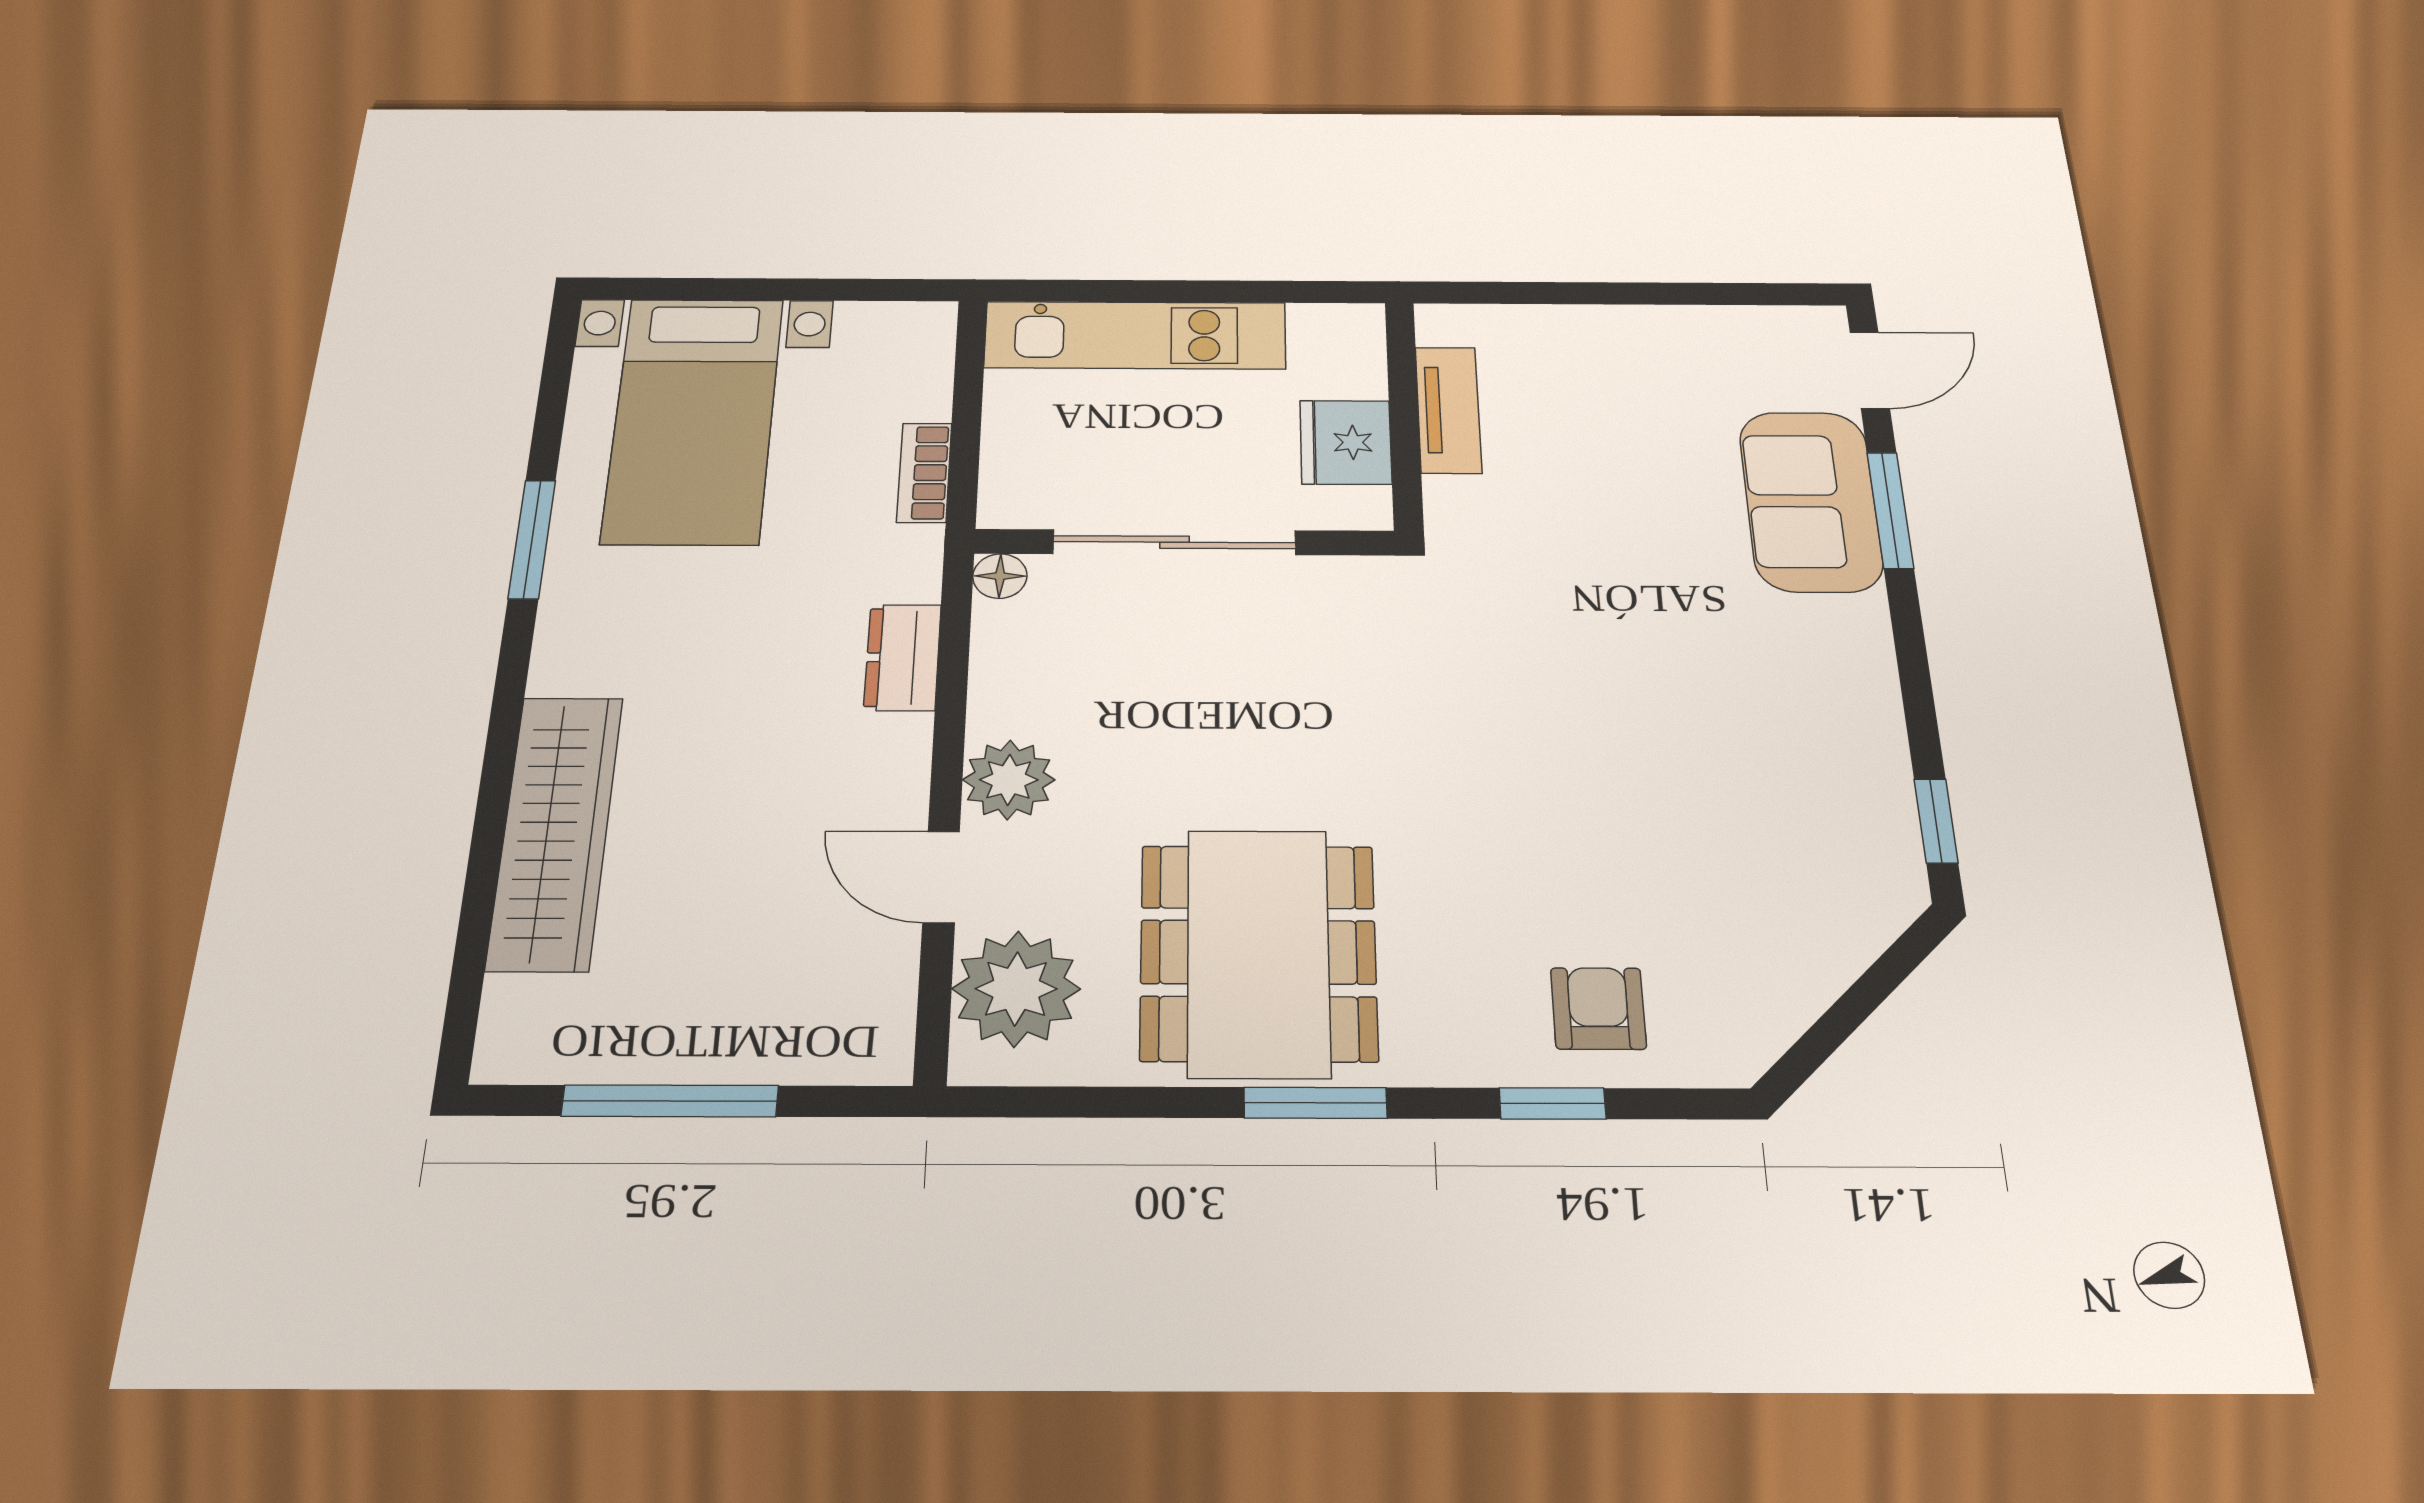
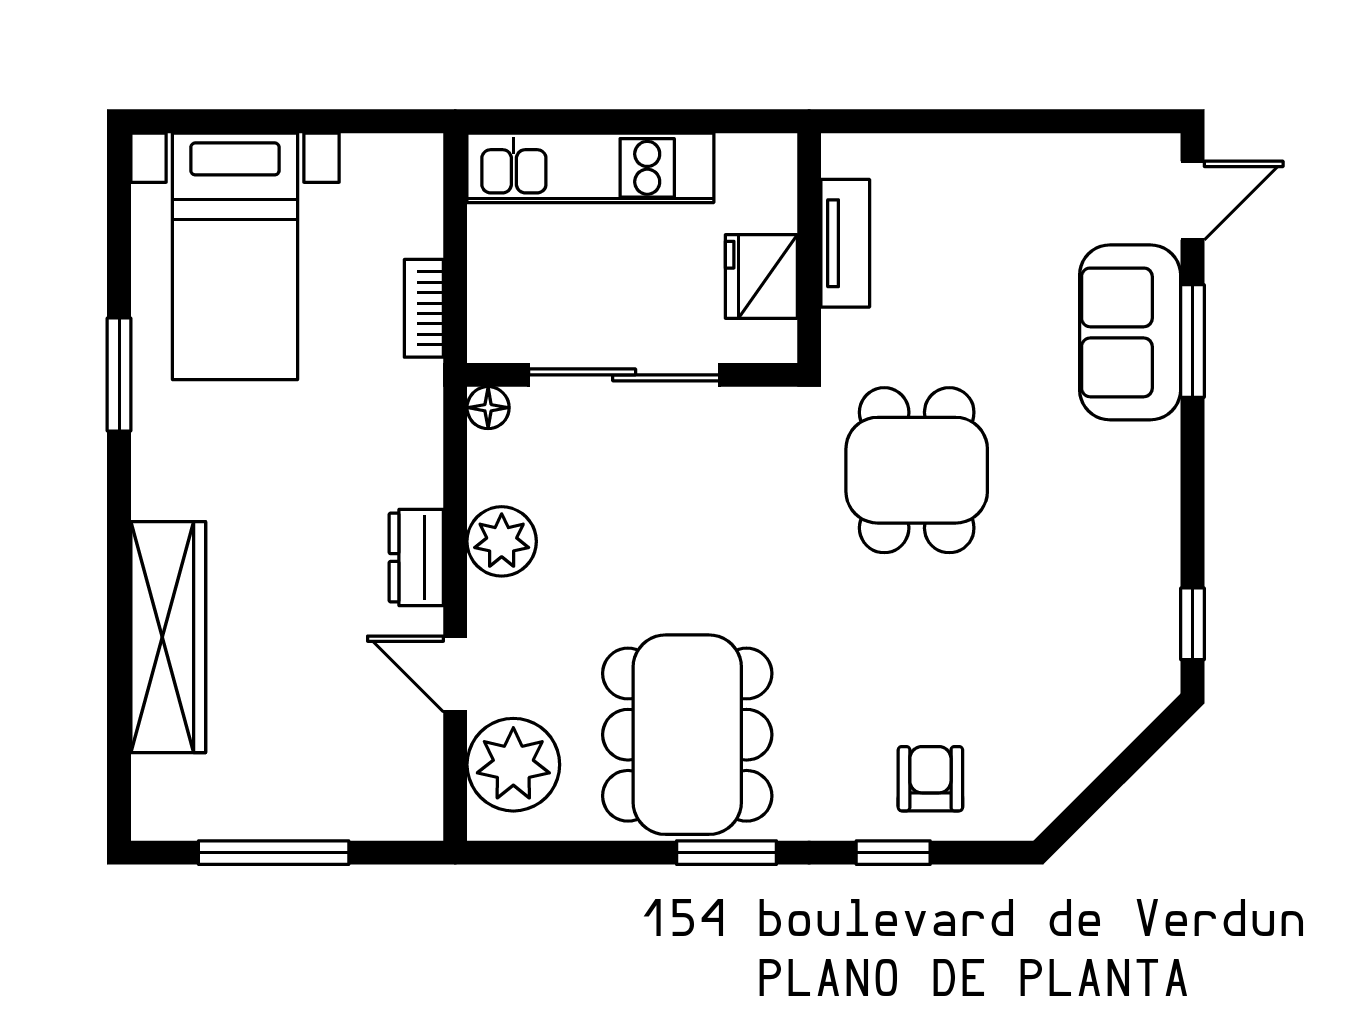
dining table: (1553, 646) -> (917, 470), added
dresser: (903, 657) -> (416, 558), moved
plant: (1009, 780) -> (502, 541), moved

